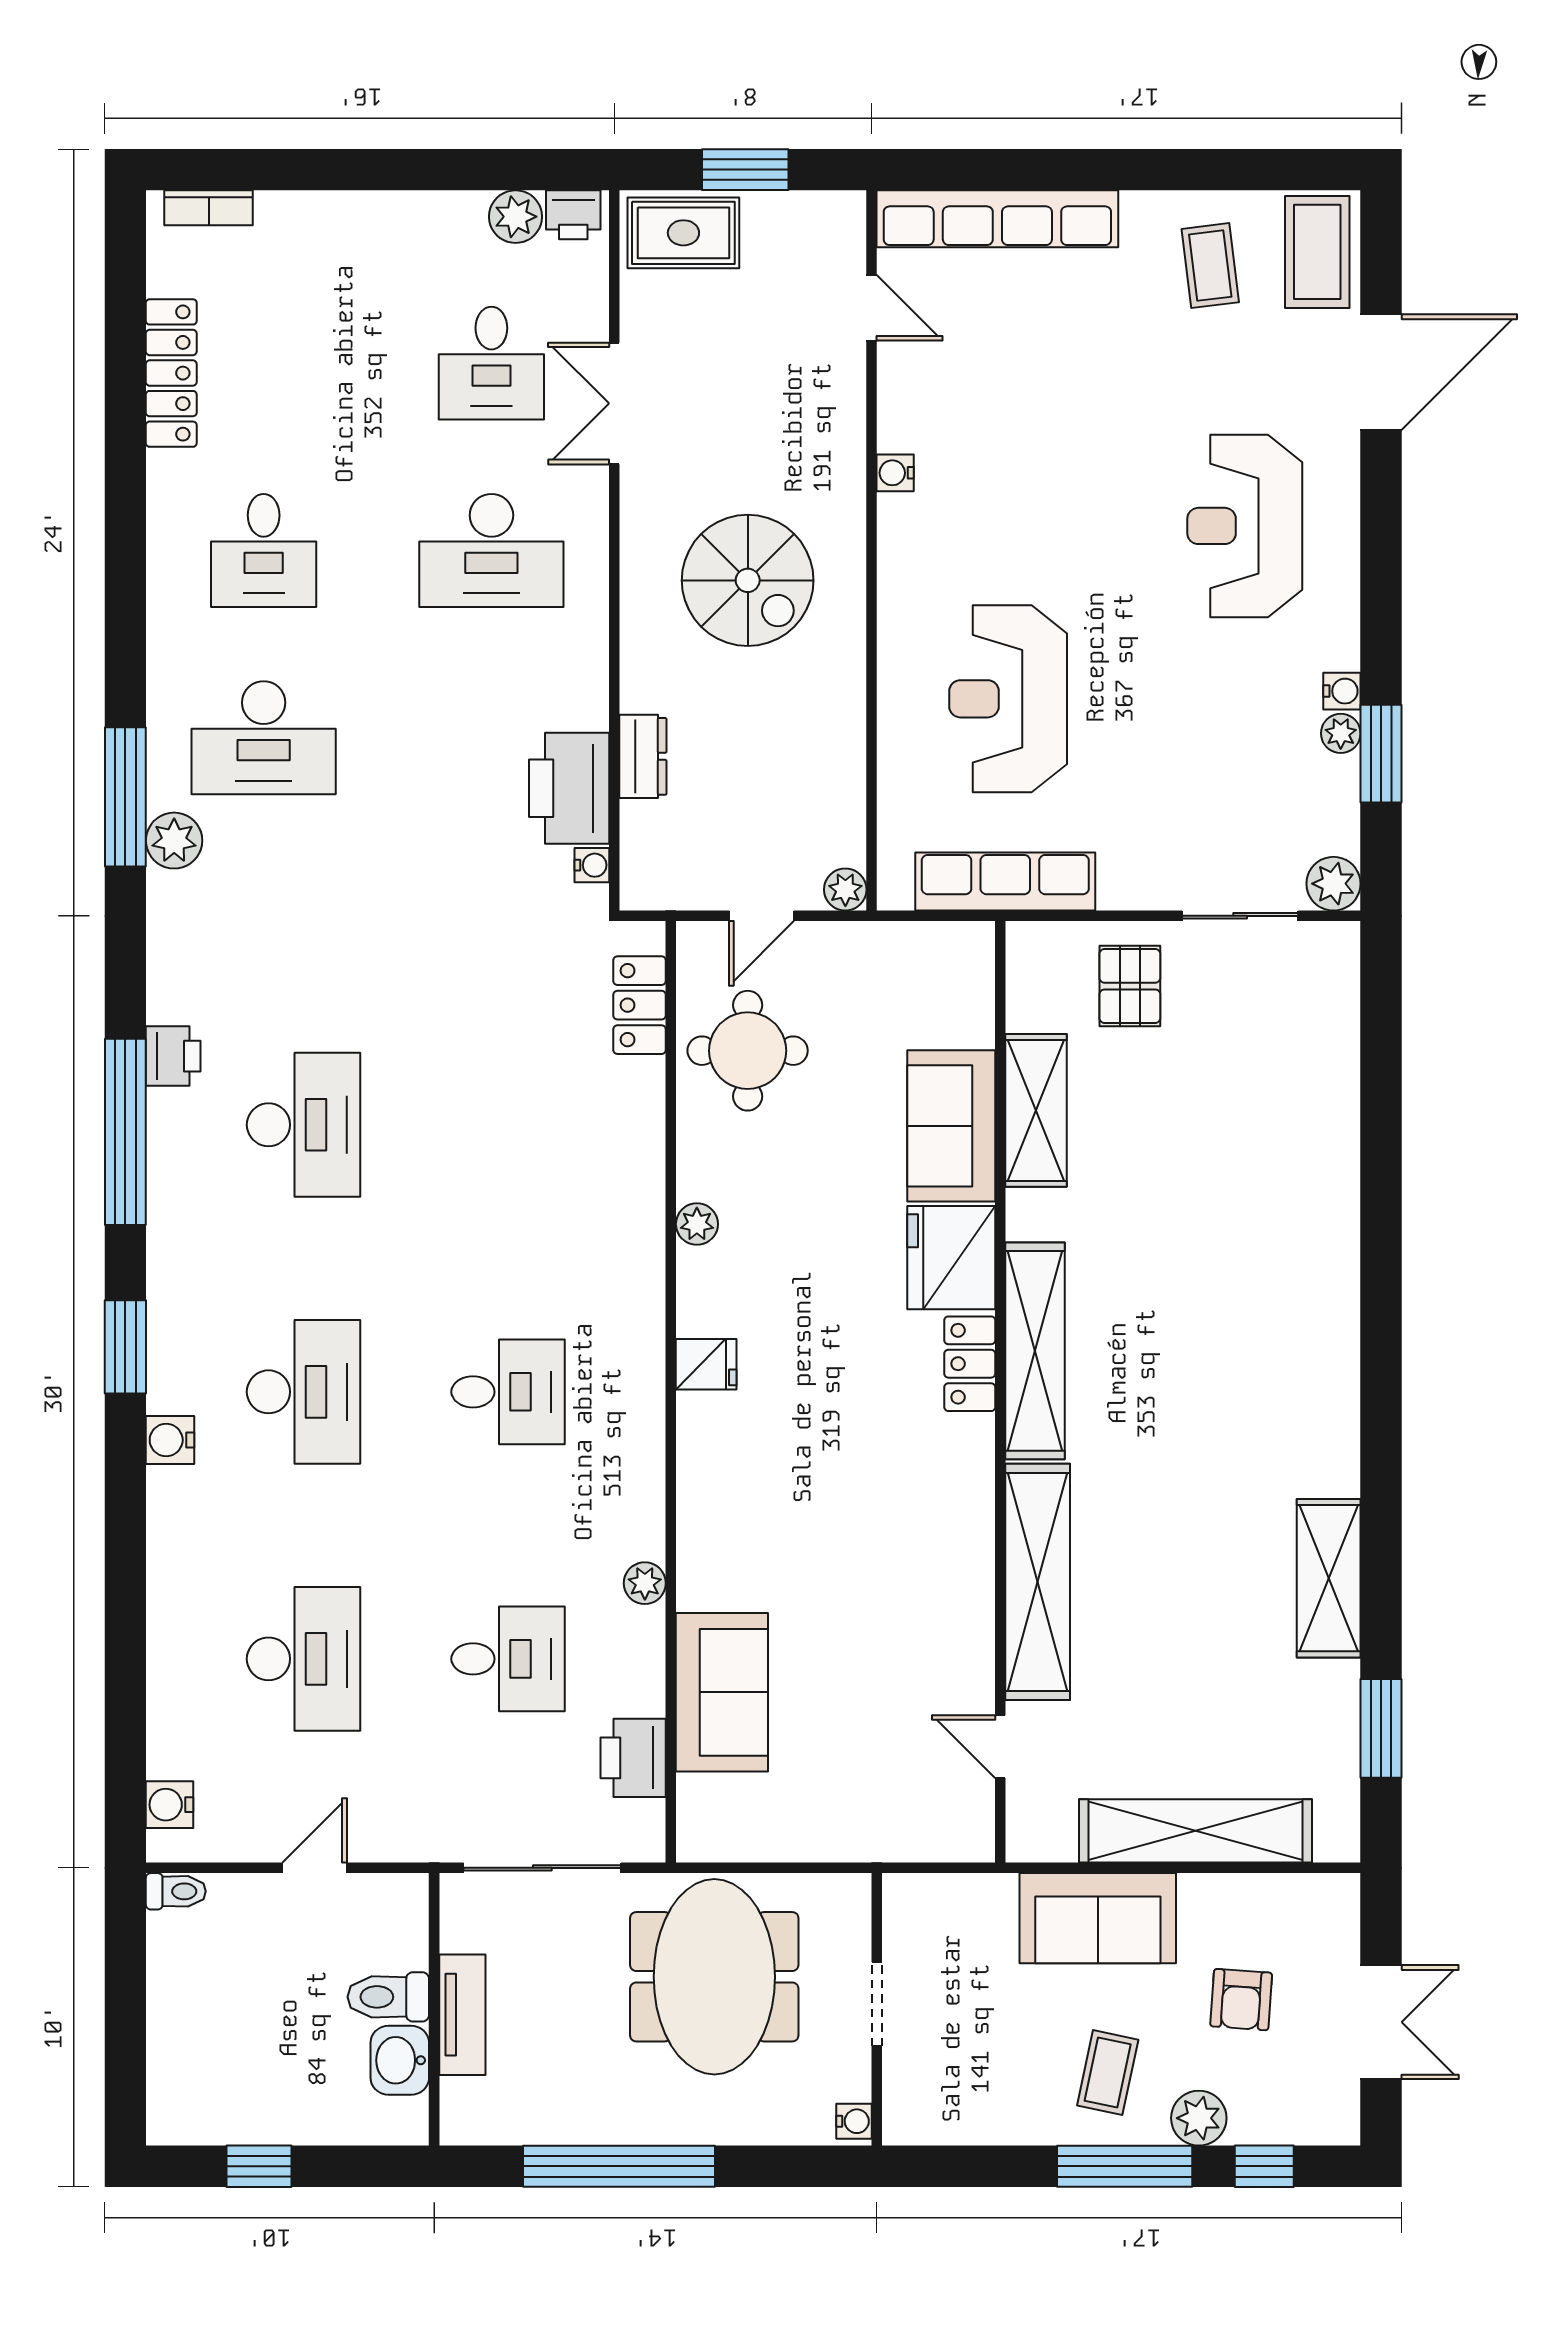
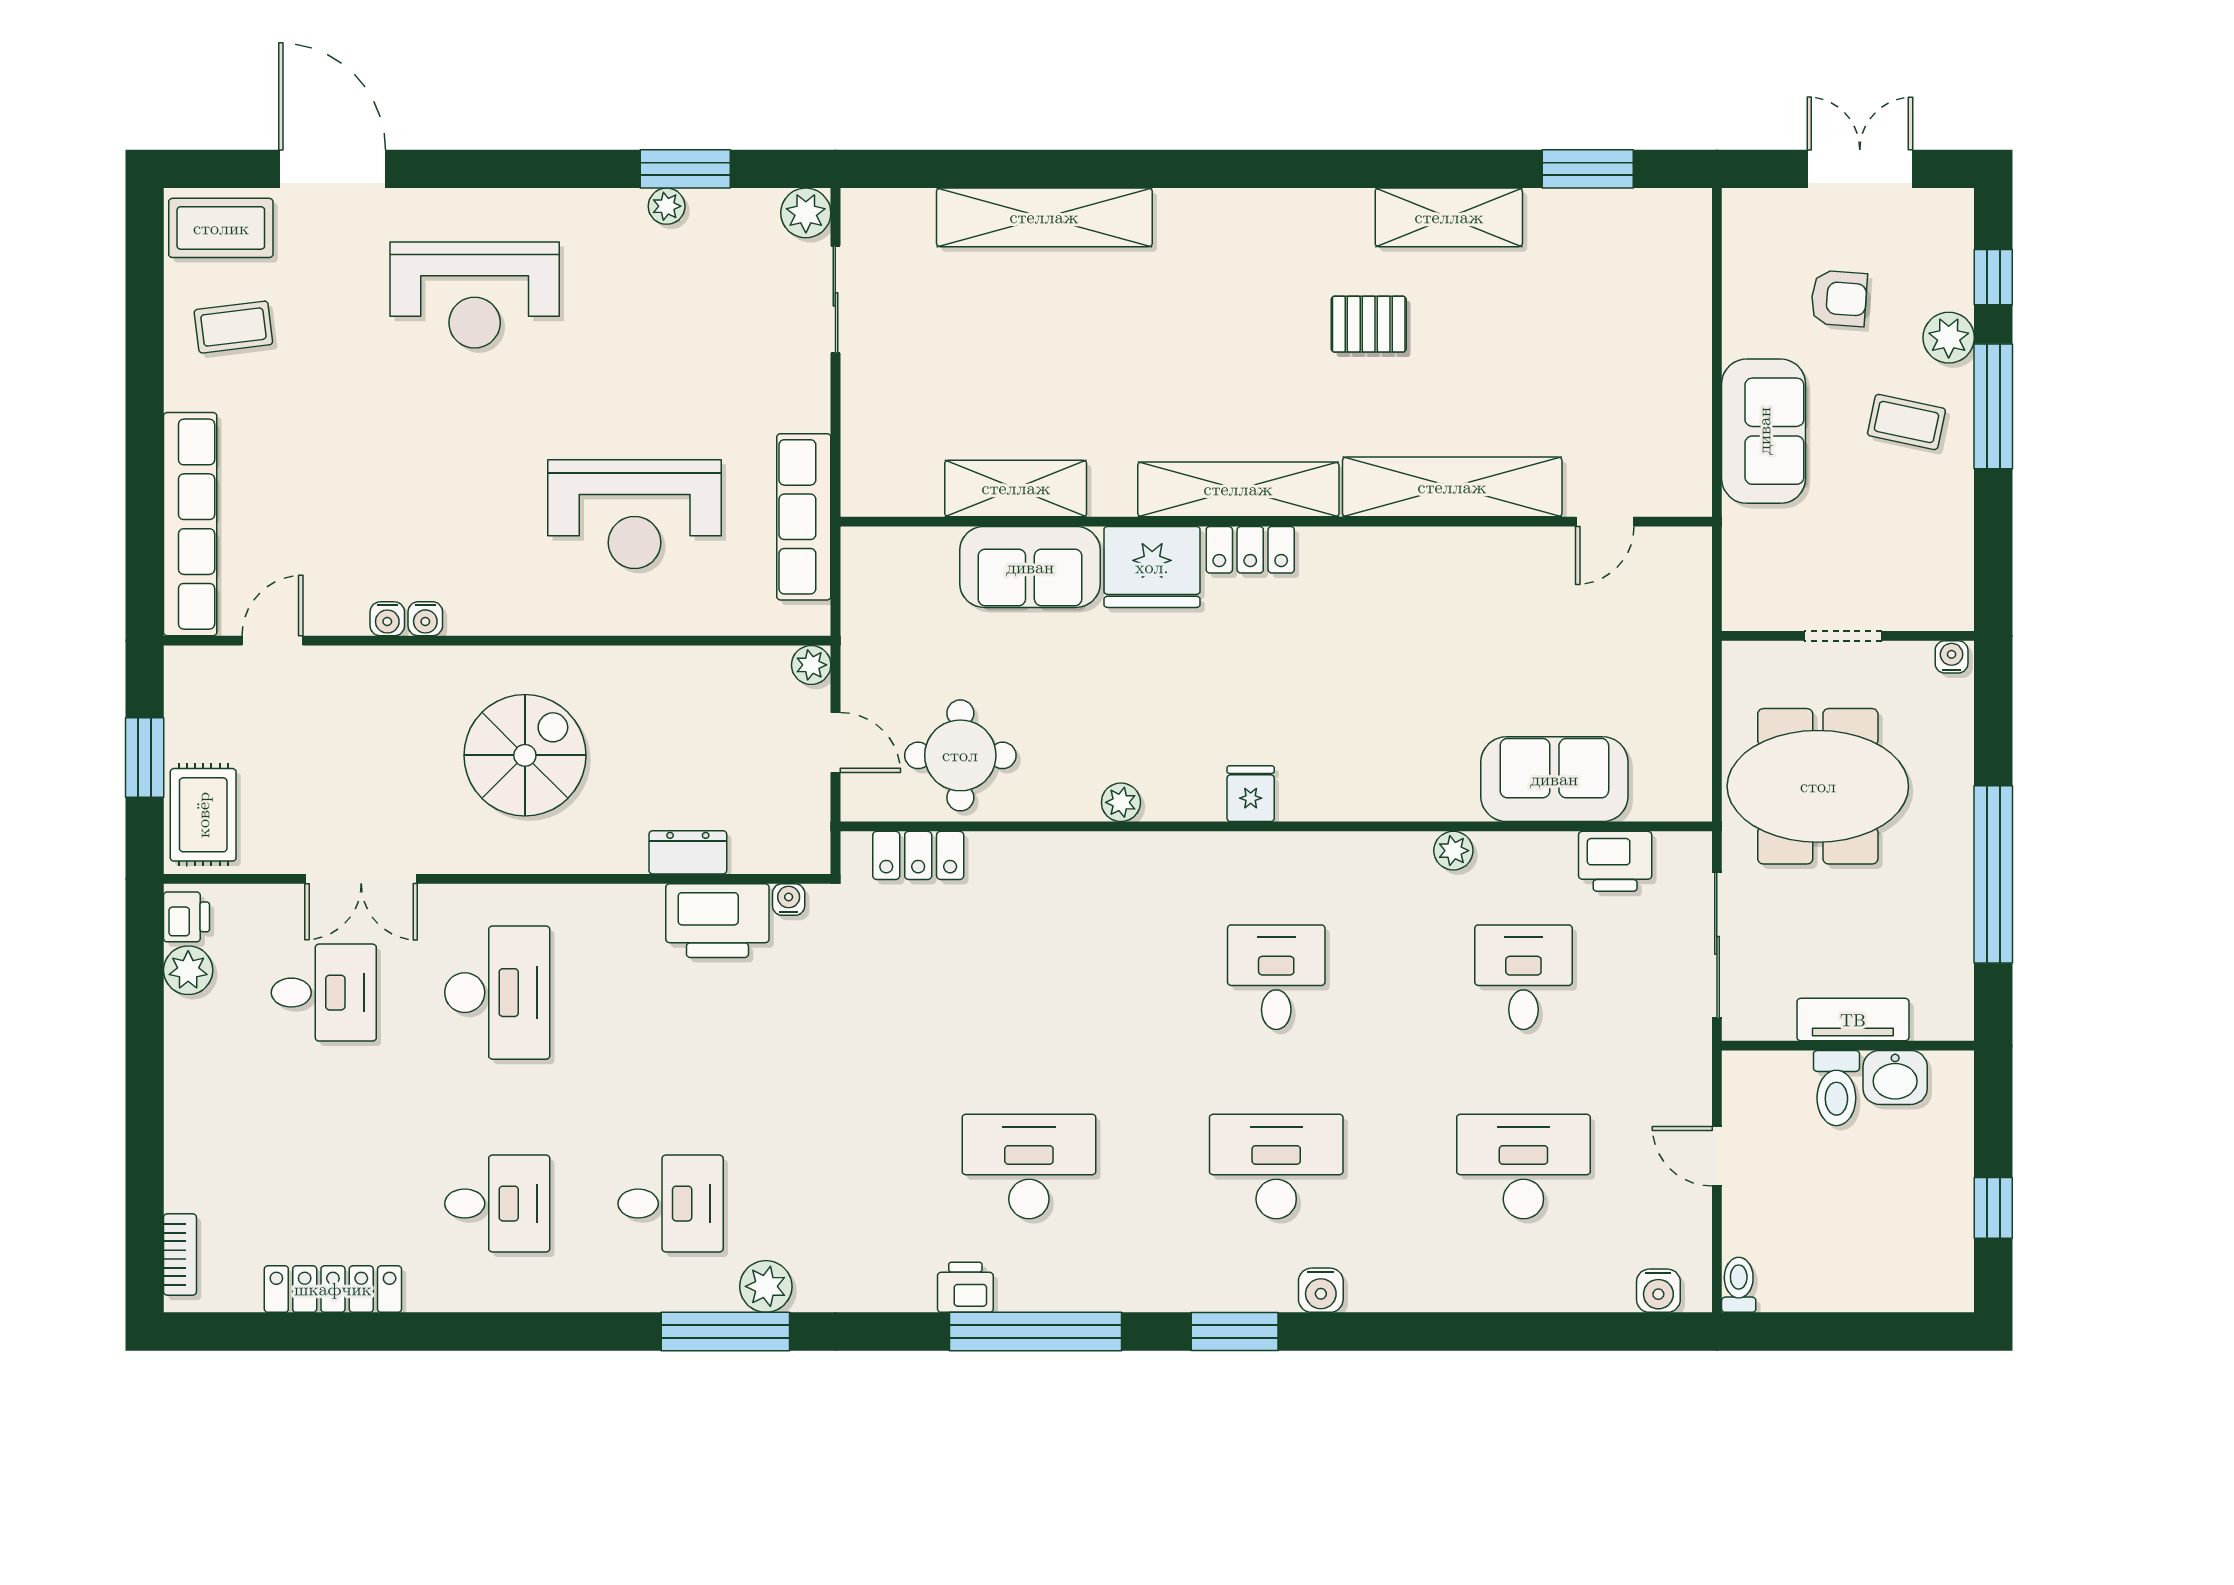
water cooler: (1342, 691) -> (387, 619), moved, turned 180
desk: (264, 738) -> (671, 1204), width x0.73
pallet: (1130, 986) -> (1369, 324), moved
shelving: (1196, 1831) -> (1044, 217), moved, turned 90

